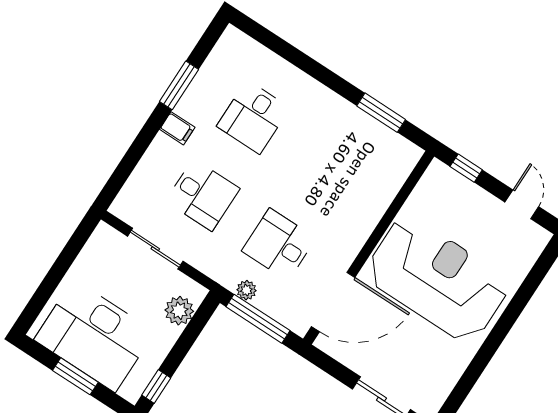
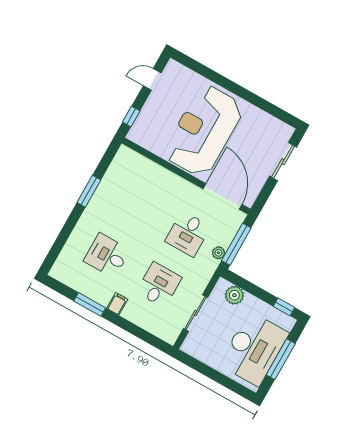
window: (381, 113) -> (89, 191), moved
desk: (253, 117) -> (107, 255), turned 180
window: (75, 376) -> (281, 359), width x1.44

